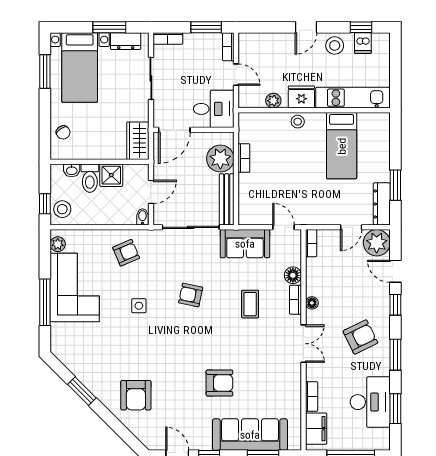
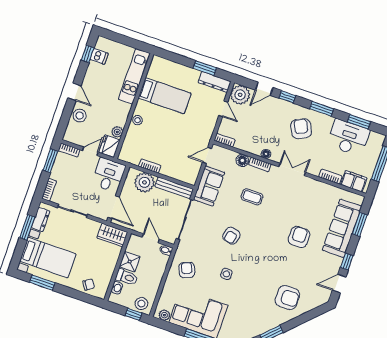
stool: (335, 45) -> (80, 116), moved
fridge: (301, 97) -> (109, 146), moved

